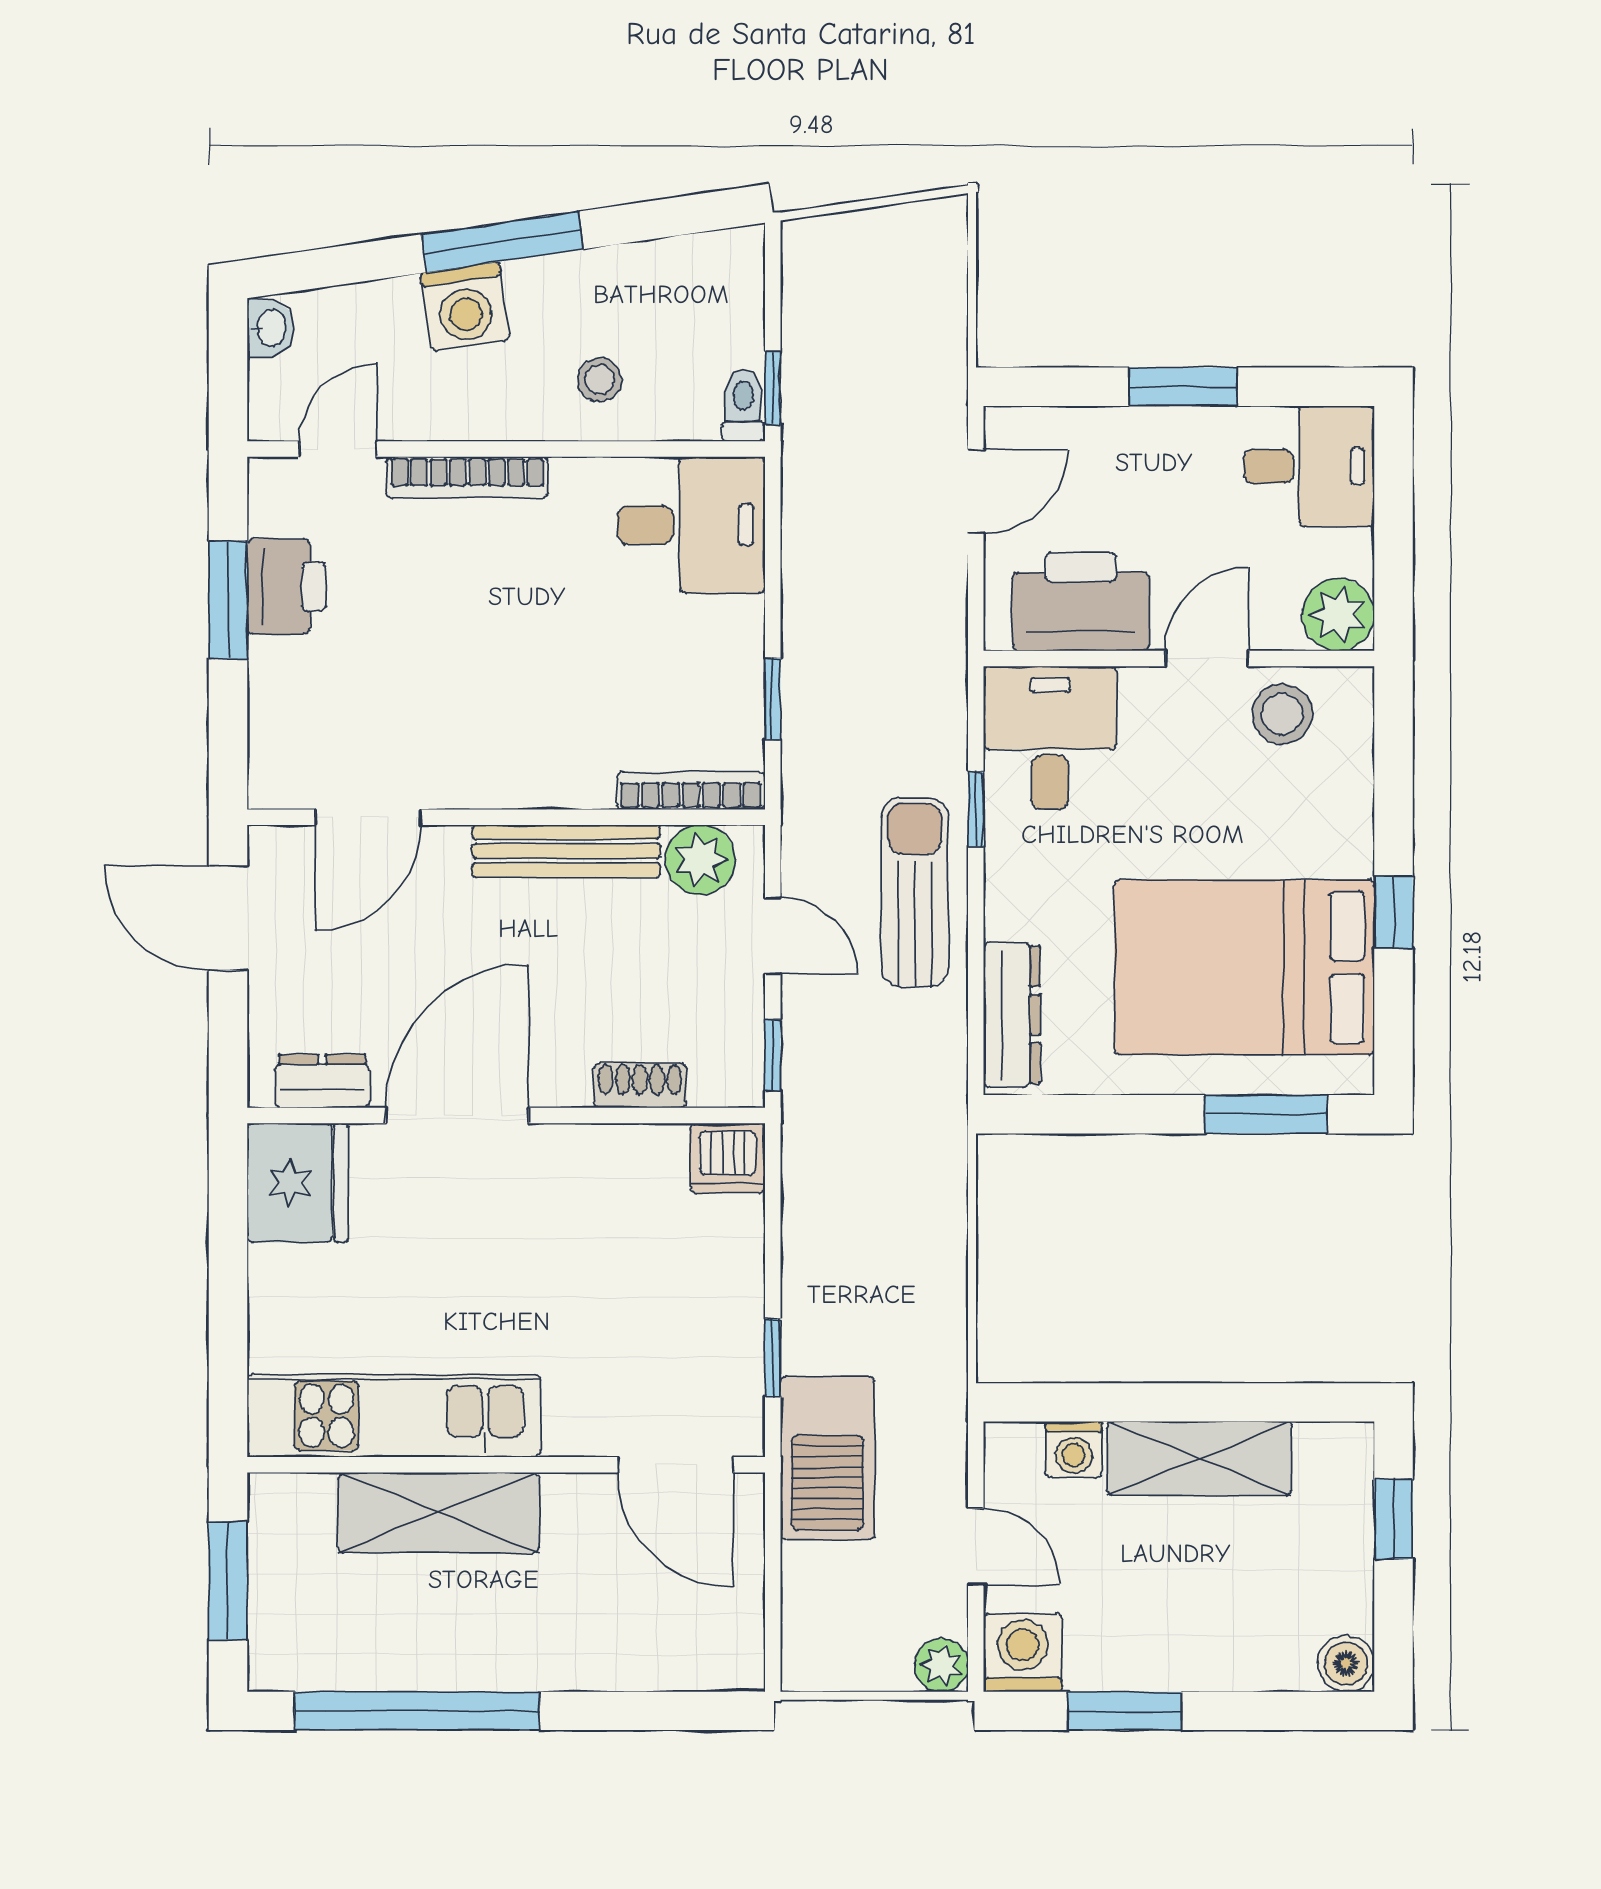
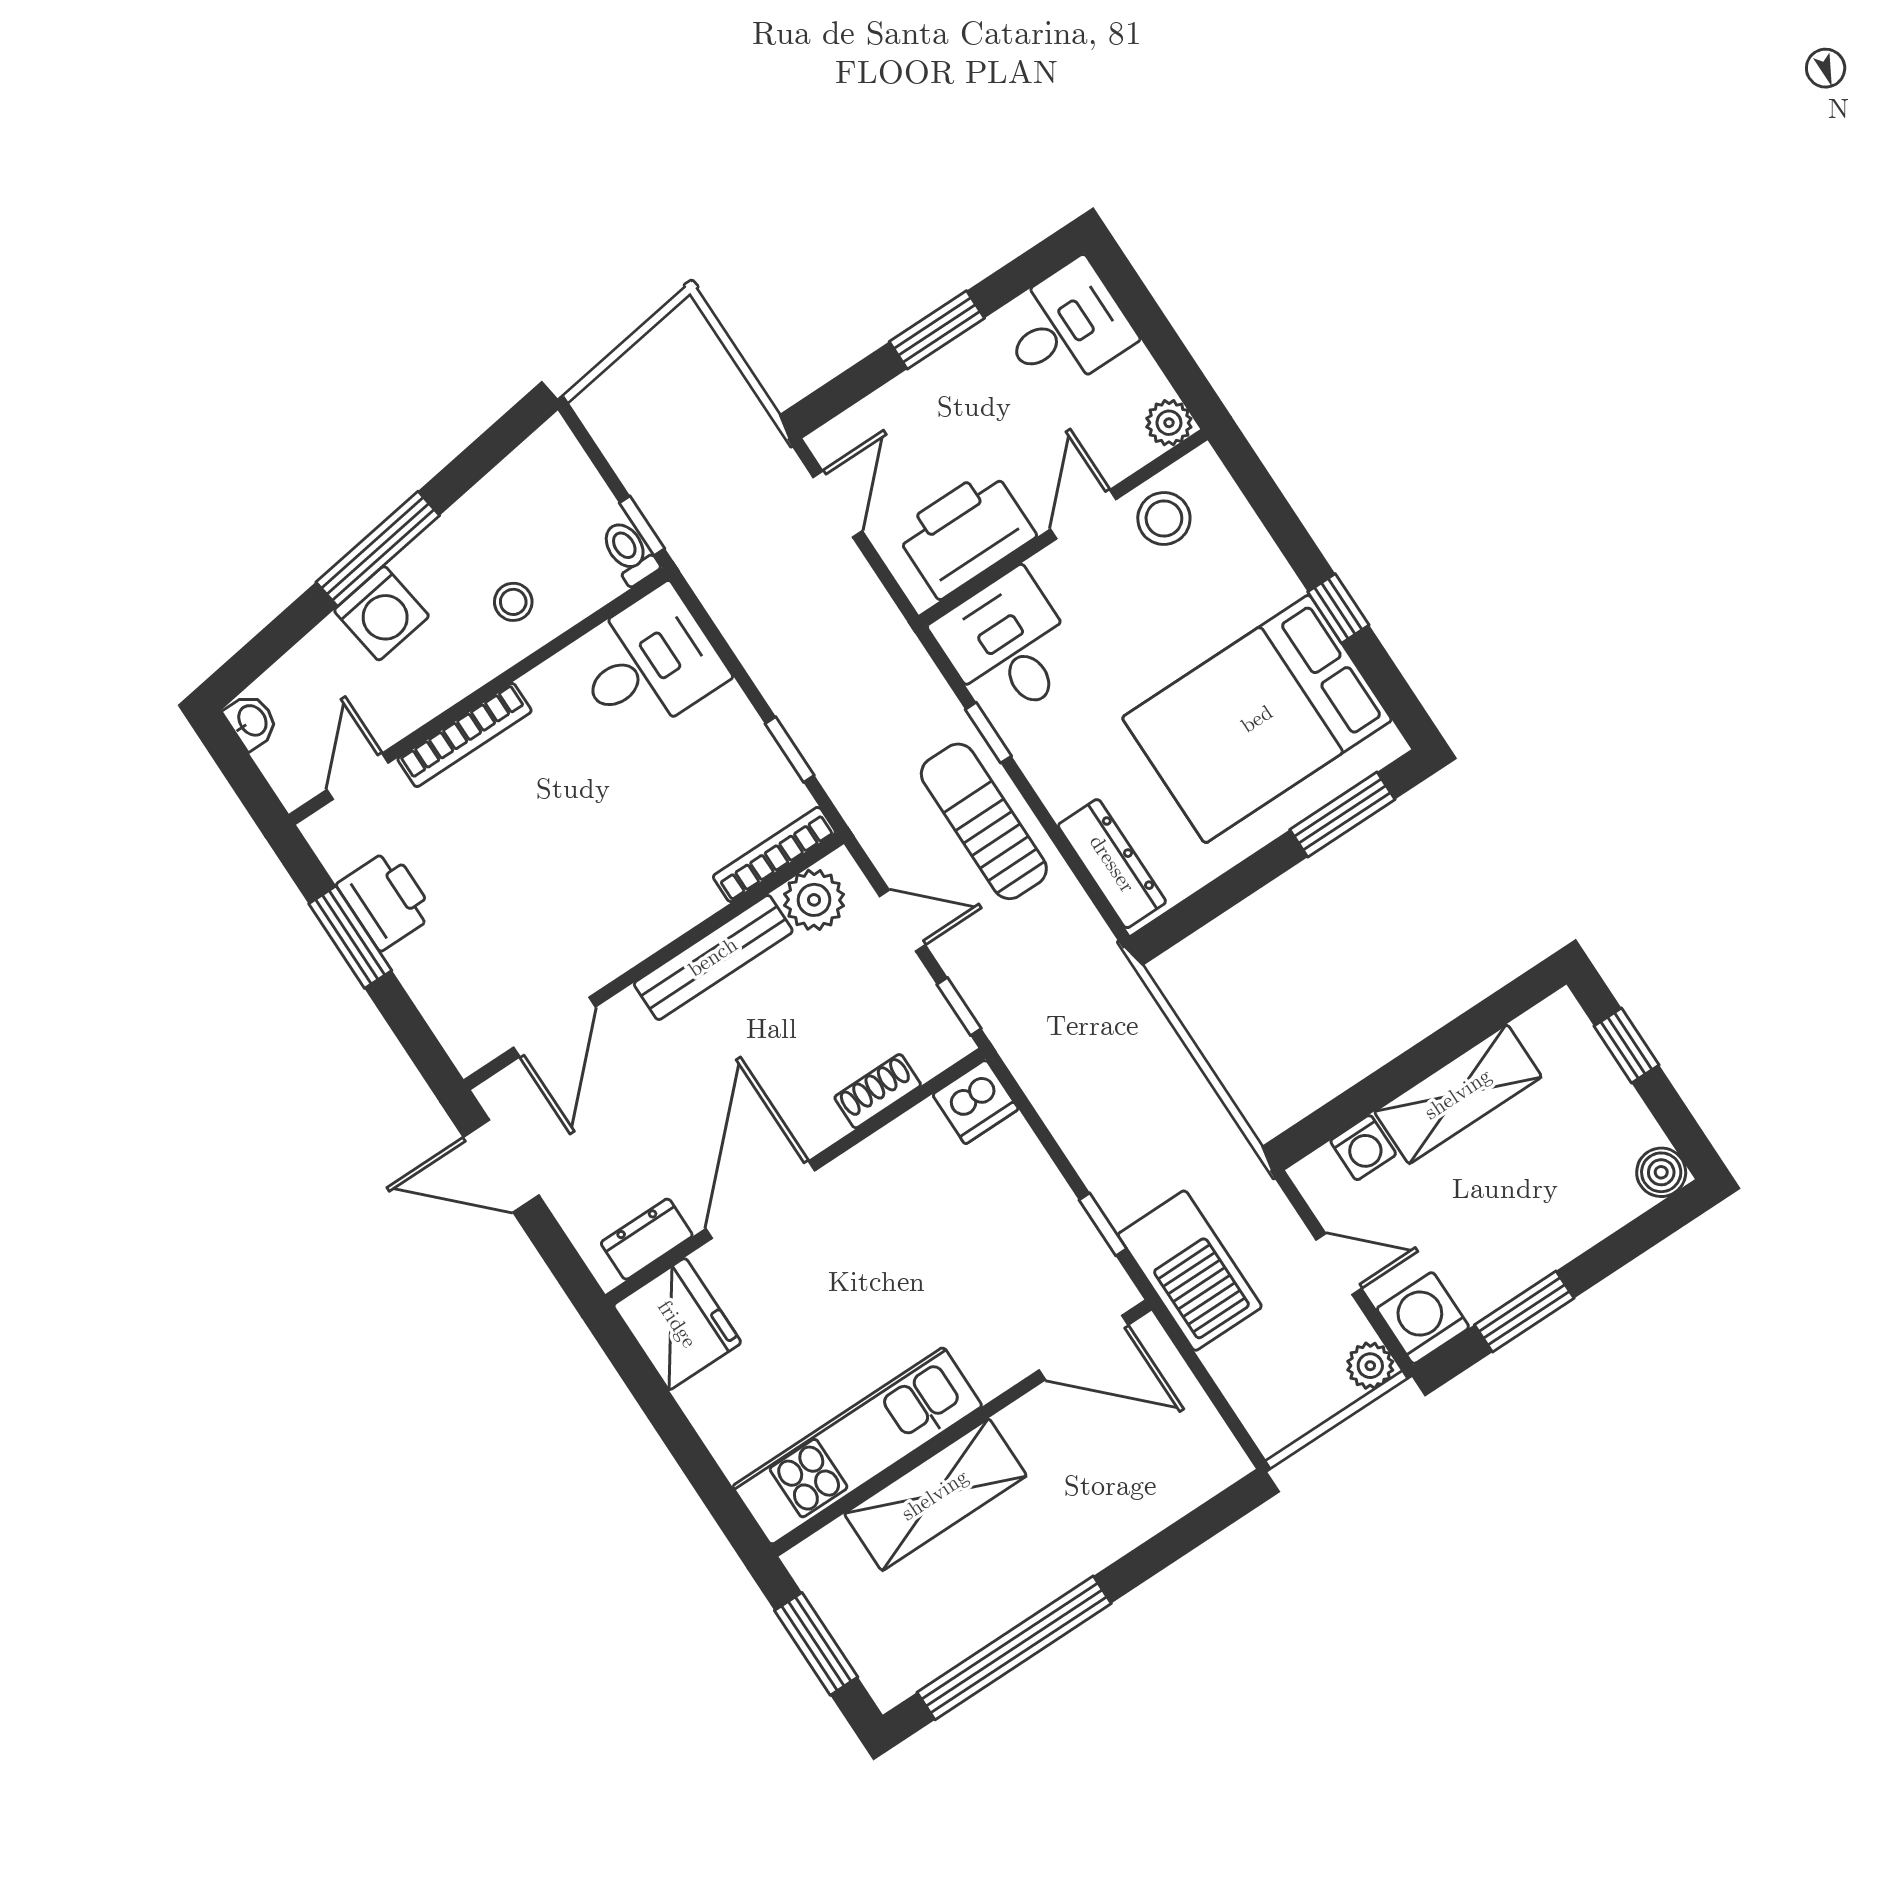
plant: (1338, 615) -> (1169, 423), width x0.73, depth x0.73

